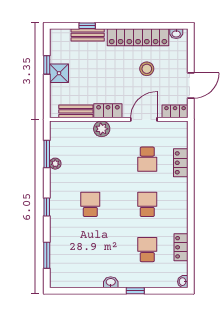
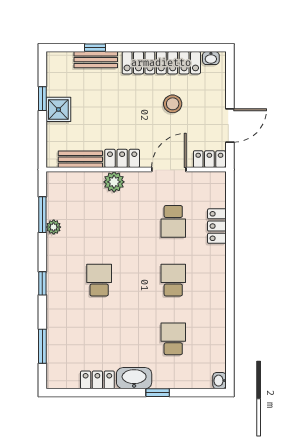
locker: (181, 247) -> (97, 380), moved, turned 90
washbasin: (111, 282) -> (134, 378), width x1.91, depth x1.45

